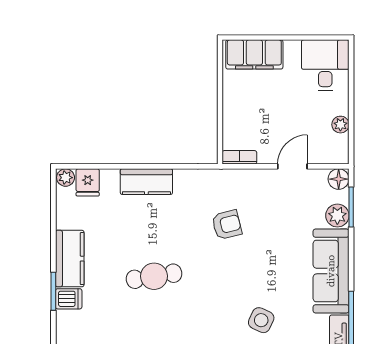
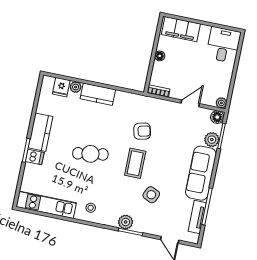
floor lamp: (230, 103) -> (160, 56), added
plant: (340, 125) -> (221, 103), moved
plant: (66, 178) -> (76, 87), moved
coffee table: (226, 277) -> (135, 163), added

